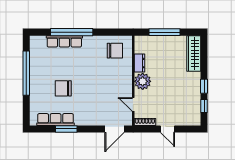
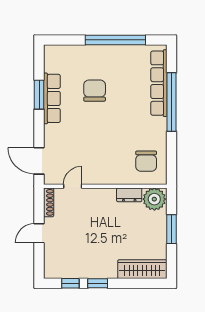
window: (165, 32) -> (171, 229), width x0.69
row of seats: (64, 41) -> (159, 83), width x1.36
plant: (143, 81) -> (154, 199), moved
row of seats: (56, 120) -> (52, 98), moved

